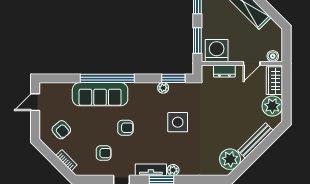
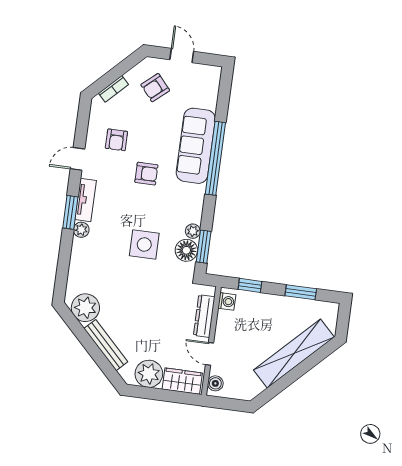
window: (197, 40) -> (250, 285), width x0.67
washing machine: (217, 51) -> (227, 301), width x0.53, depth x0.53
dresser: (224, 71) -> (204, 316), width x1.44
floor lamp: (178, 91) -> (186, 250), added
door: (35, 102) -> (182, 56), moved
armchair: (125, 128) -> (146, 174), turned -90

